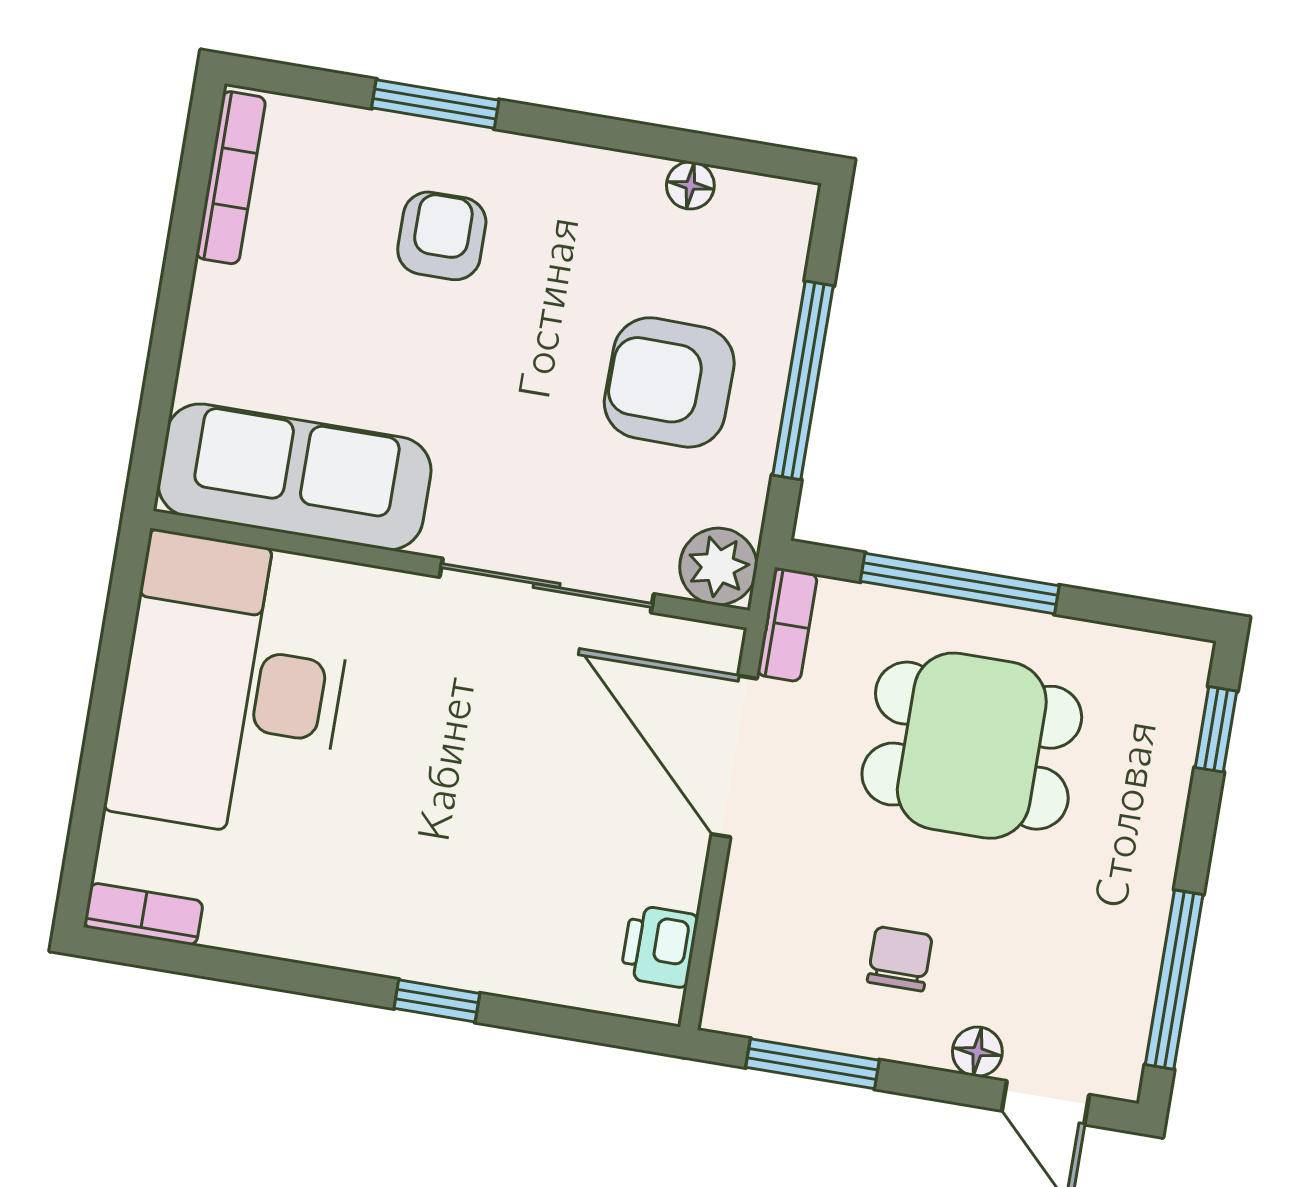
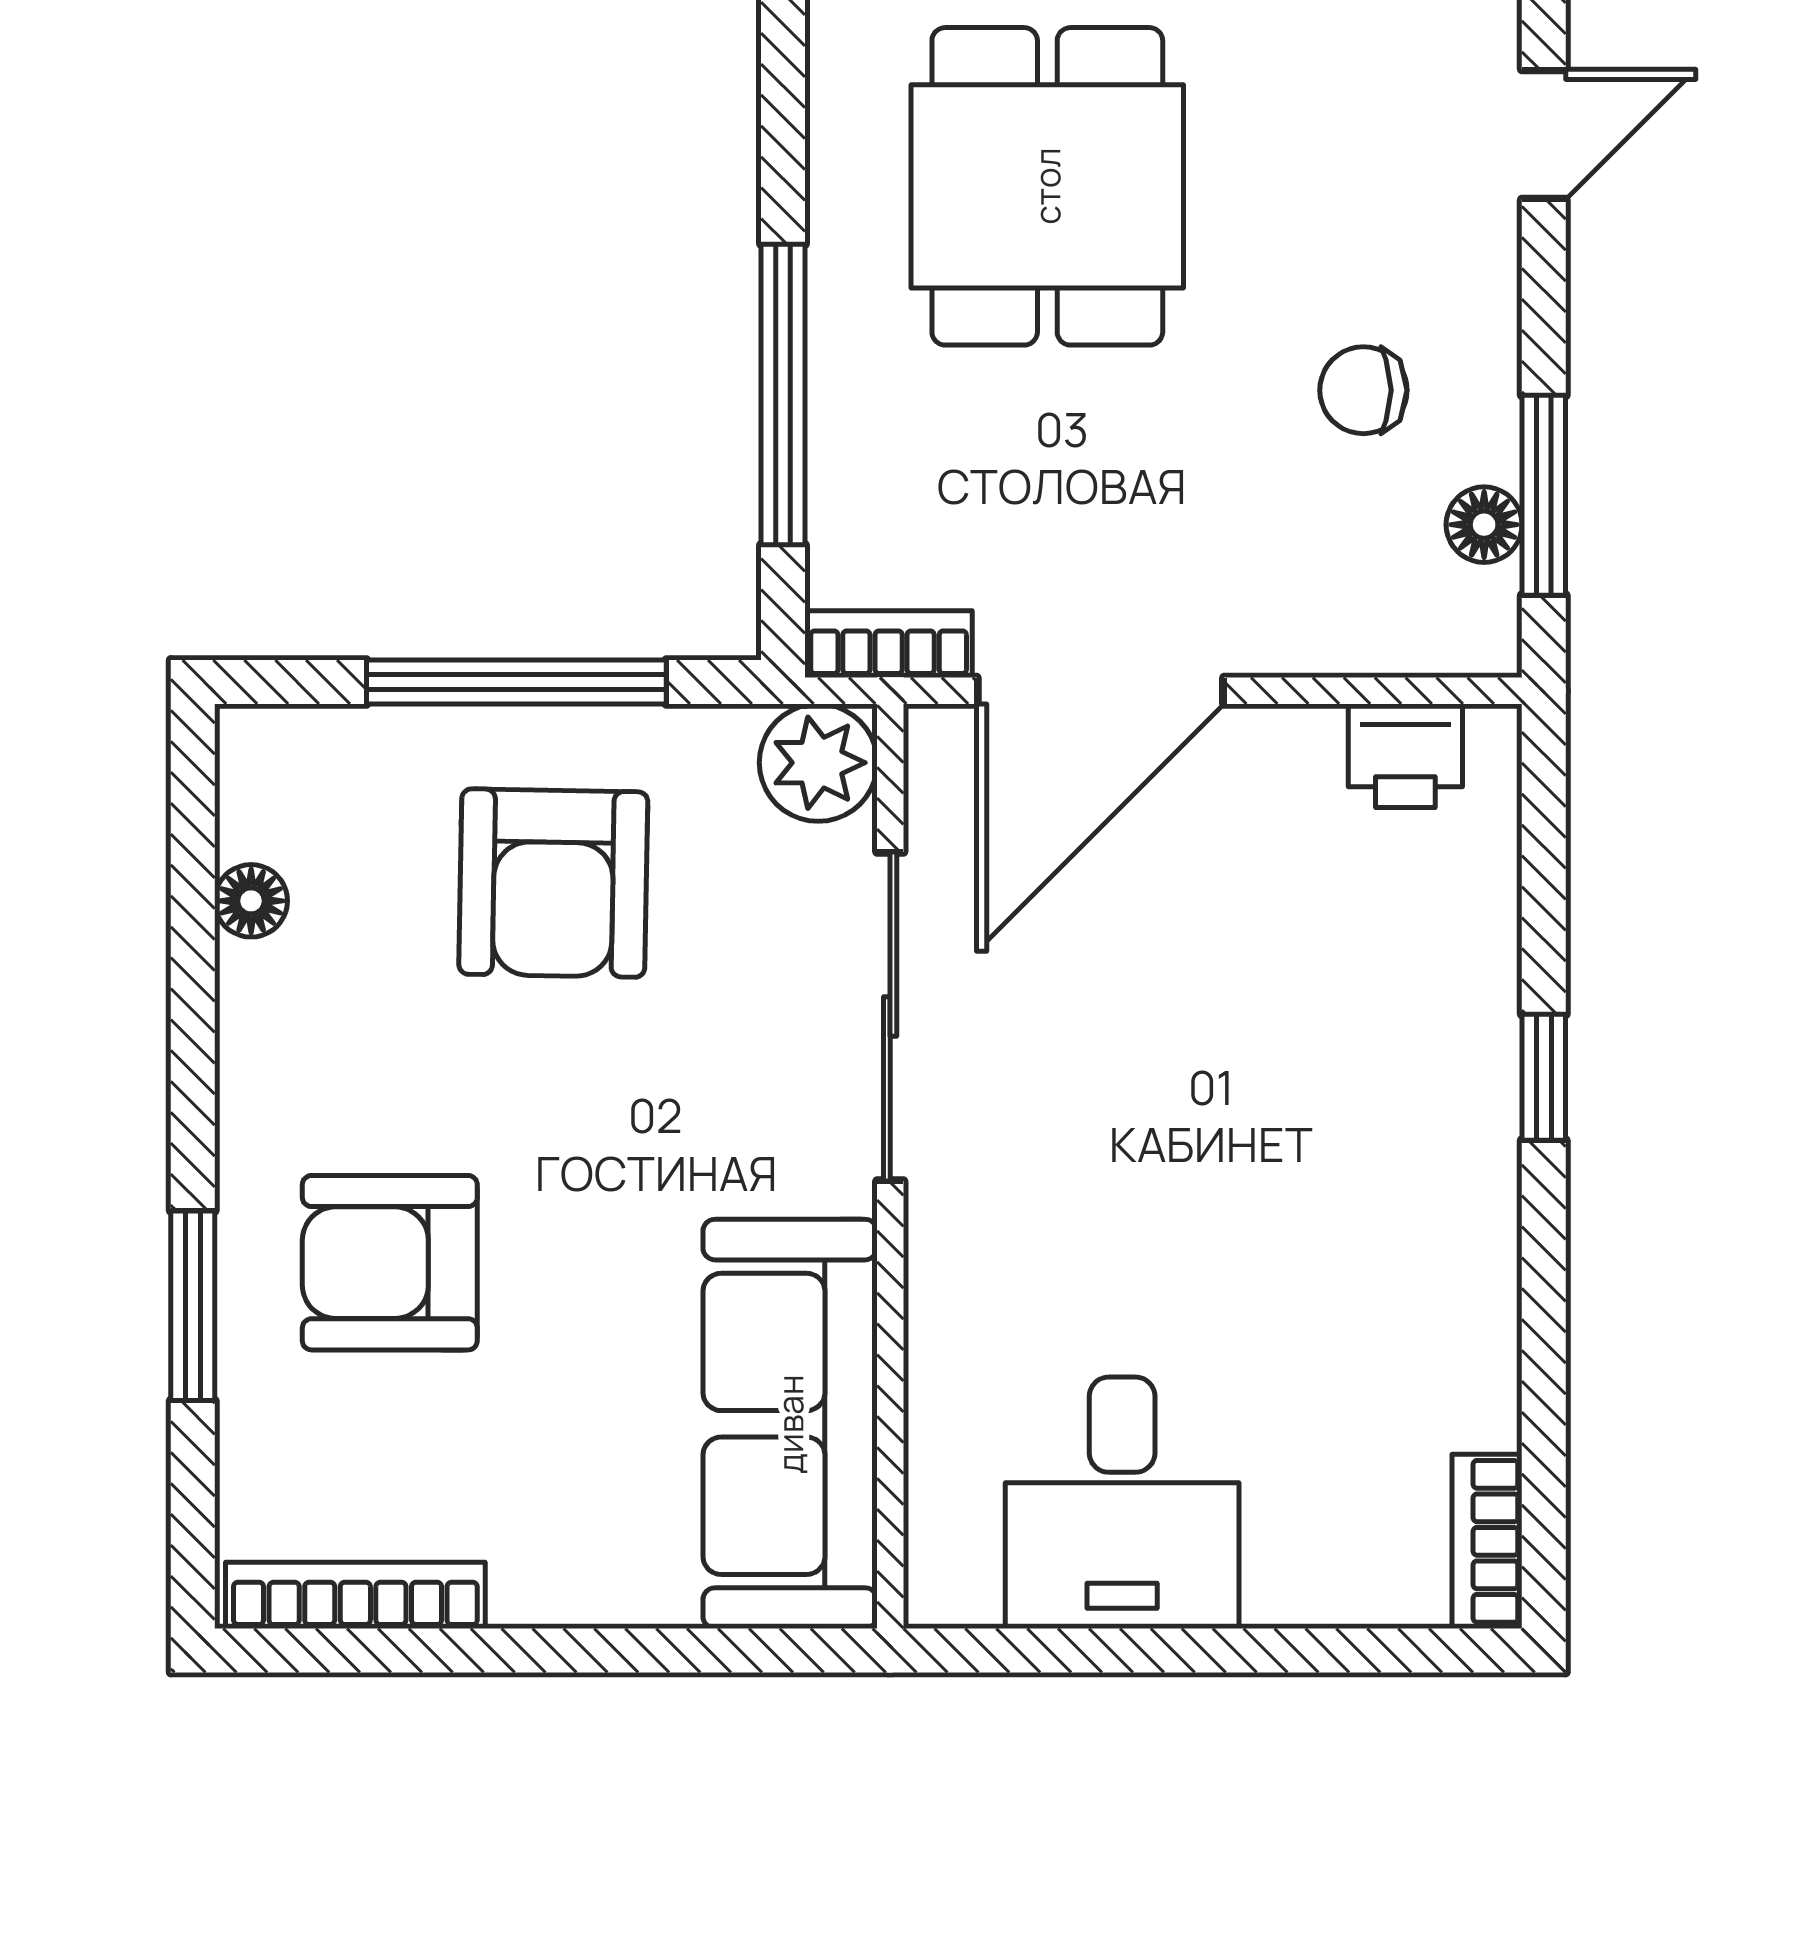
armchair: (442, 236) -> (390, 1263), width x1.38, depth x1.38
desk: (232, 687) -> (1122, 1503), width x0.53, depth x0.77
dining table: (972, 746) -> (1047, 186), moved
floor lamp: (977, 1052) -> (1484, 525), moved

